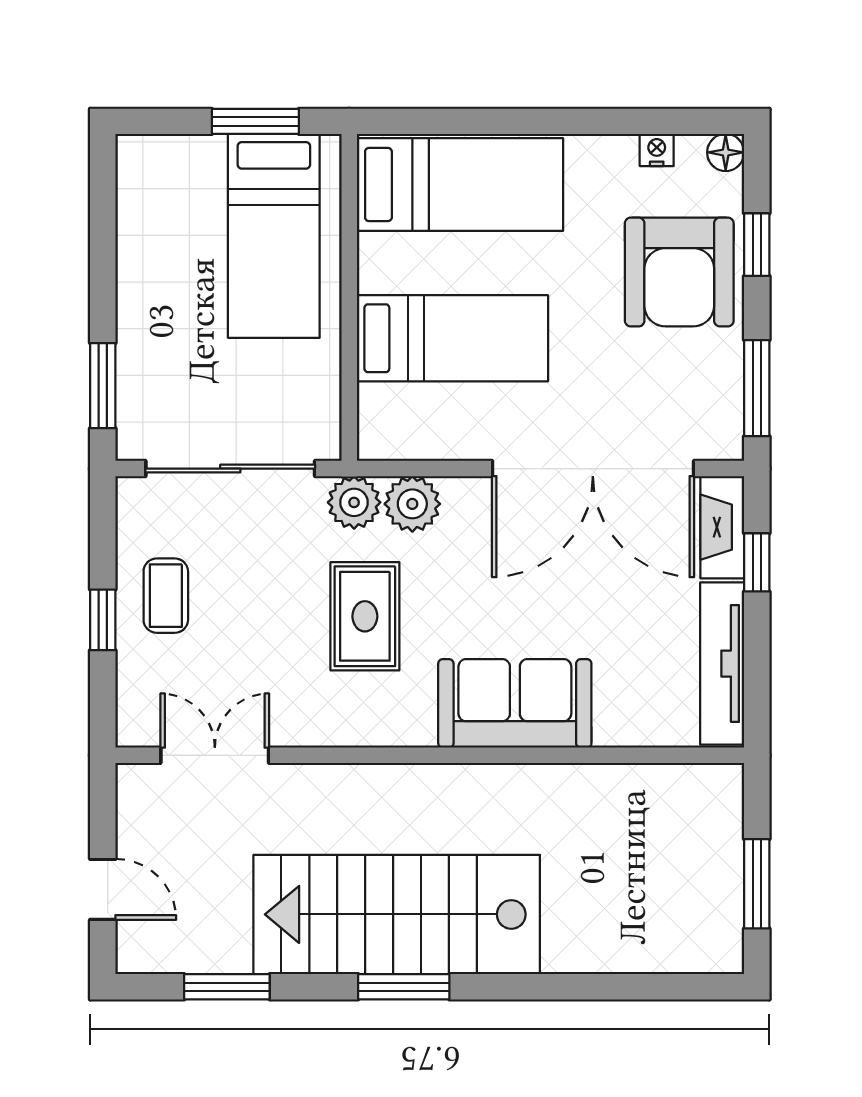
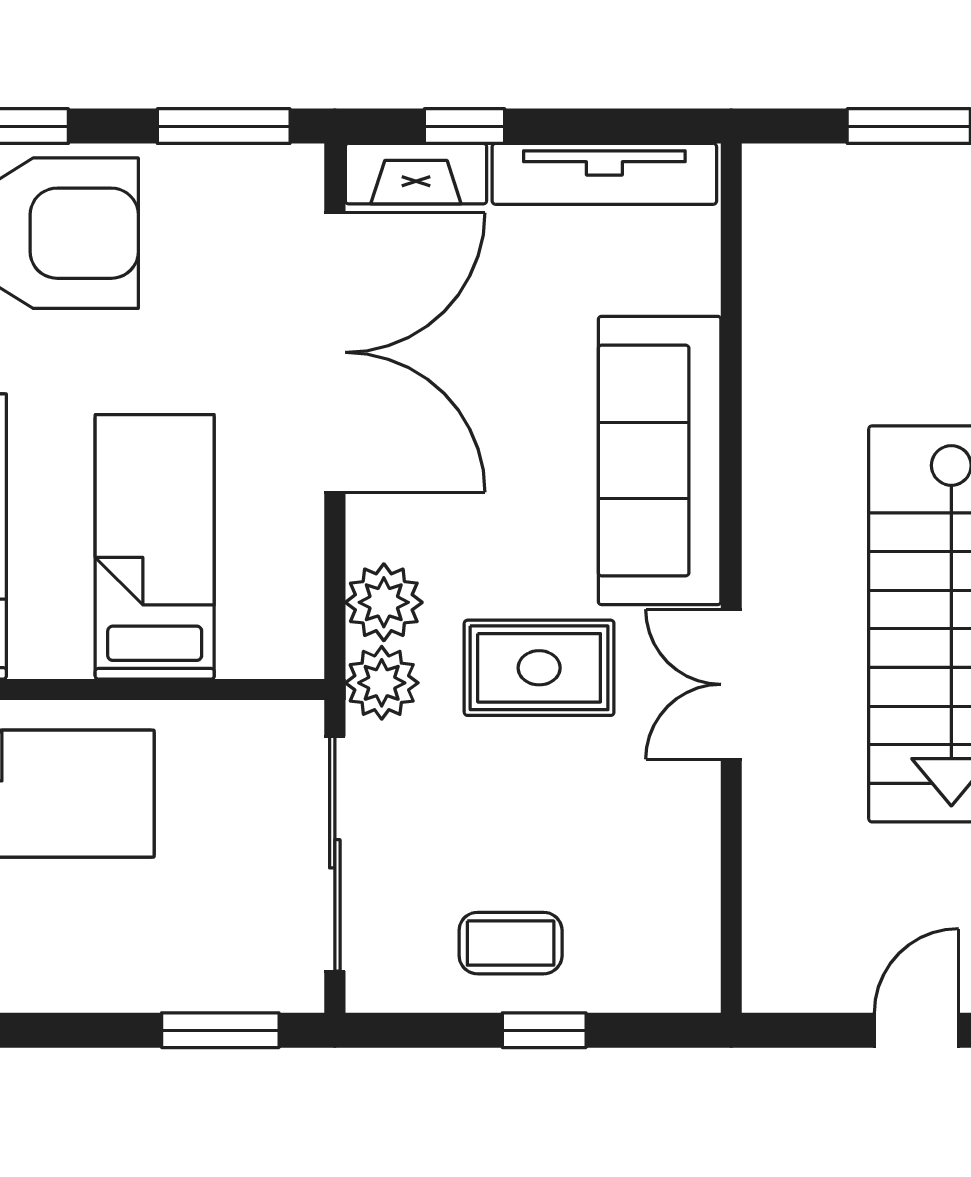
sofa: (515, 703) -> (660, 460), width x1.36
double door: (215, 755) -> (731, 684), moved

